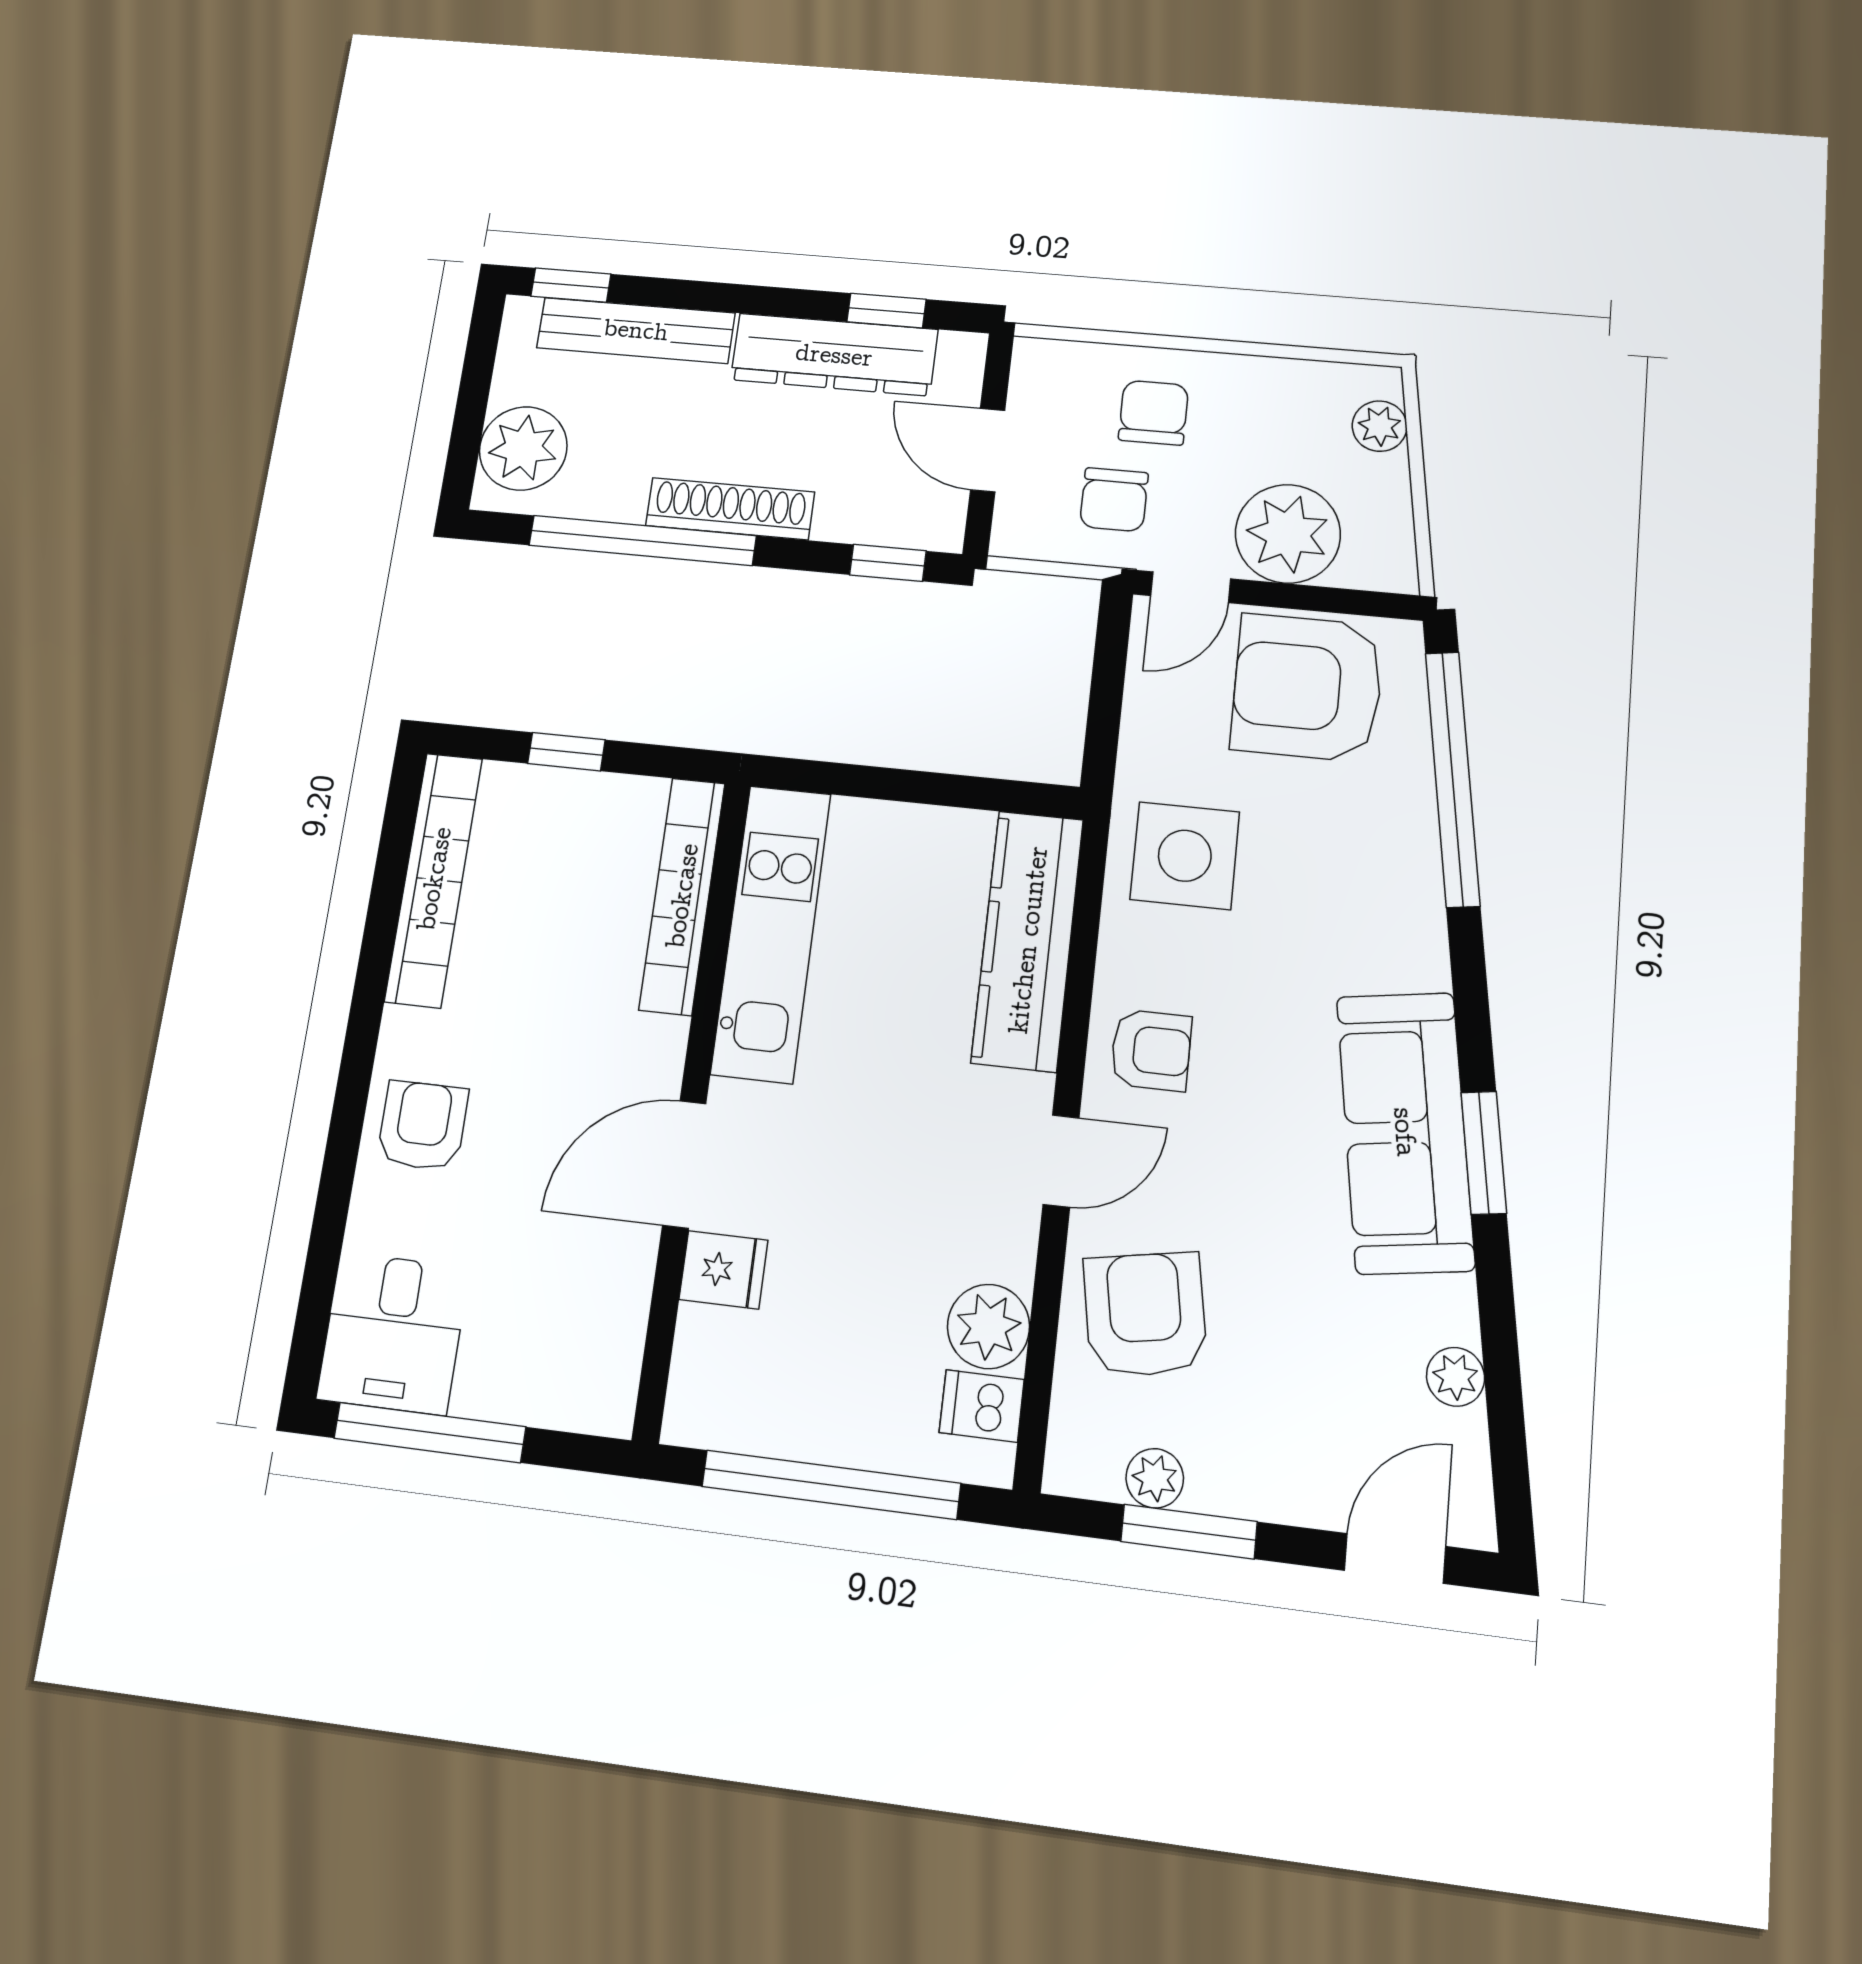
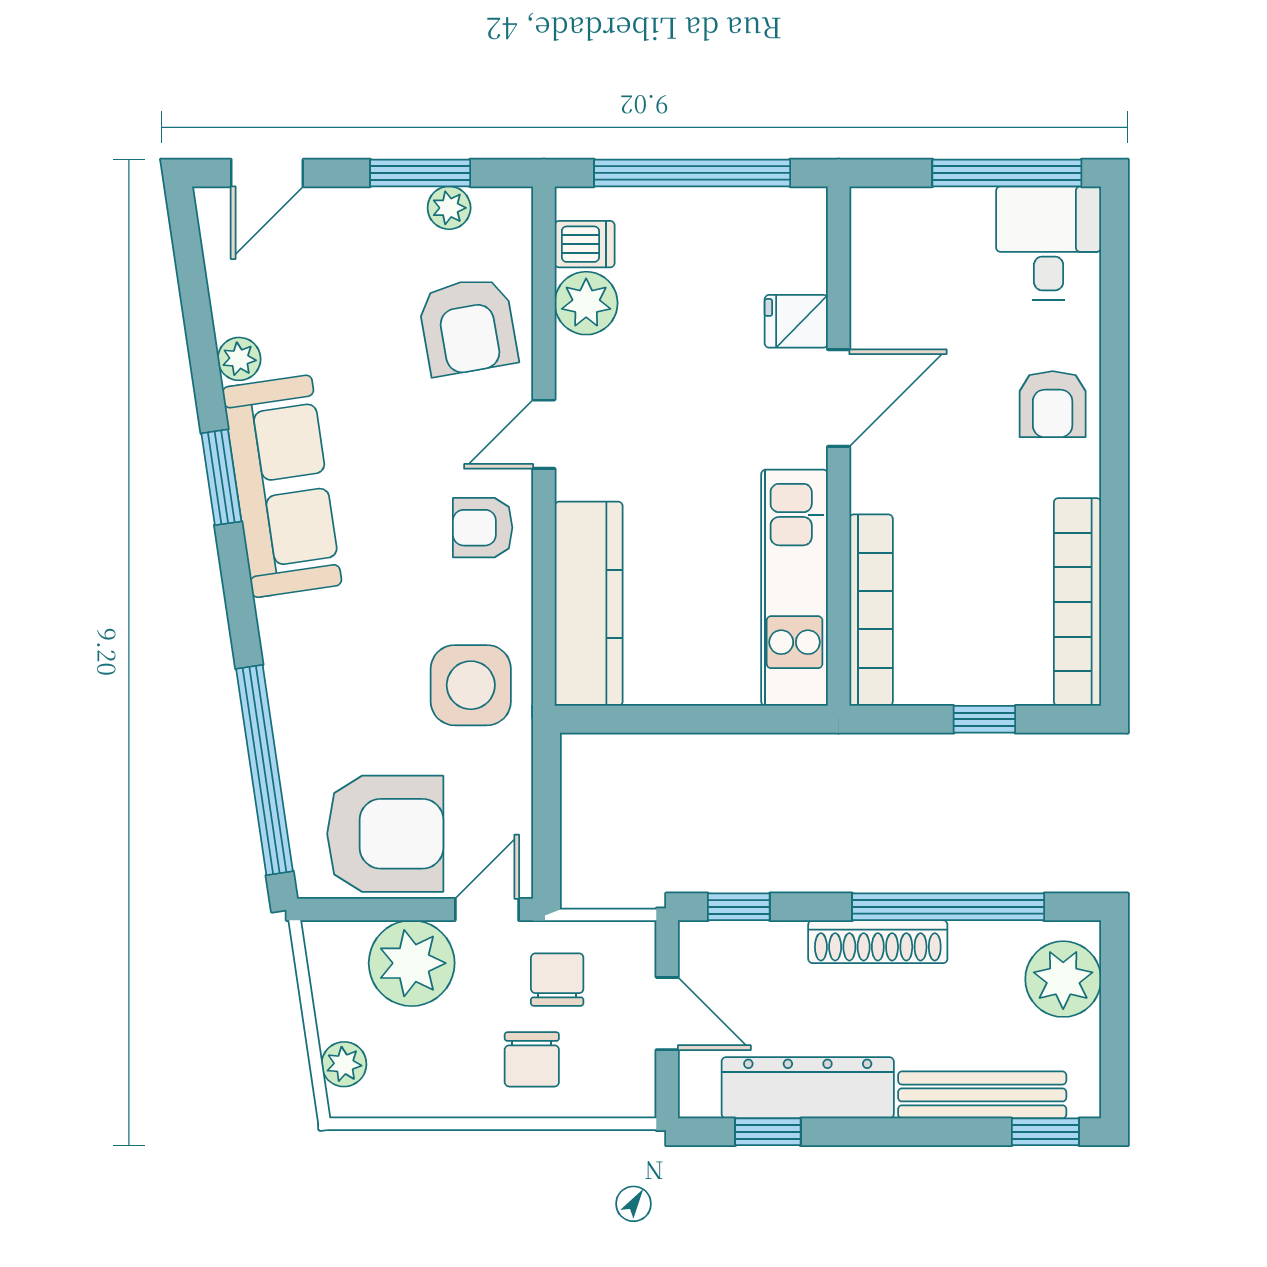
plant: (1455, 1377) -> (239, 359), moved

